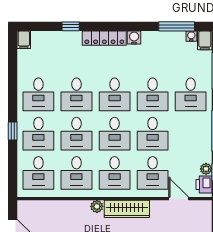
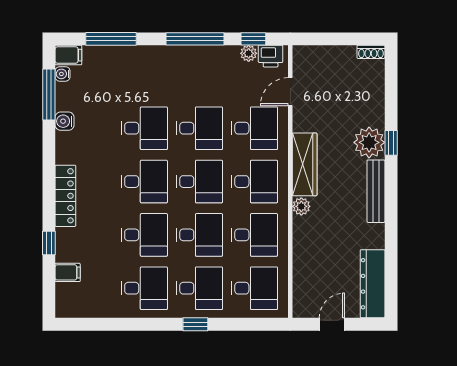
water cooler: (134, 38) -> (65, 121), moved
filing cabinet: (24, 40) -> (68, 272), moved
desk: (191, 94) -> (144, 75), removed

